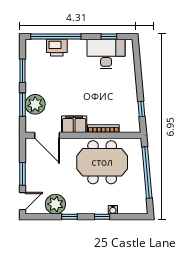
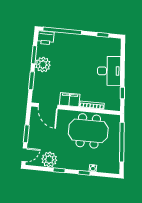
printer: (57, 48) -> (46, 38), moved
desk: (106, 54) -> (109, 71), moved, turned 85
plant: (35, 104) -> (43, 65), moved

